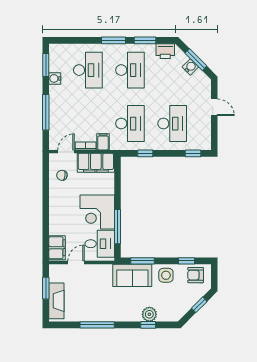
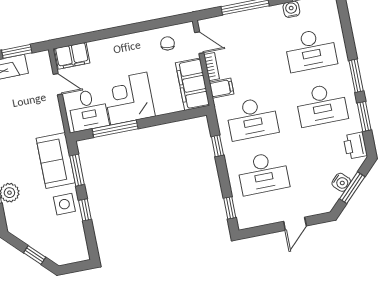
window: (187, 261) -> (85, 210), moved
armchair: (196, 275) -> (72, 243), removed

